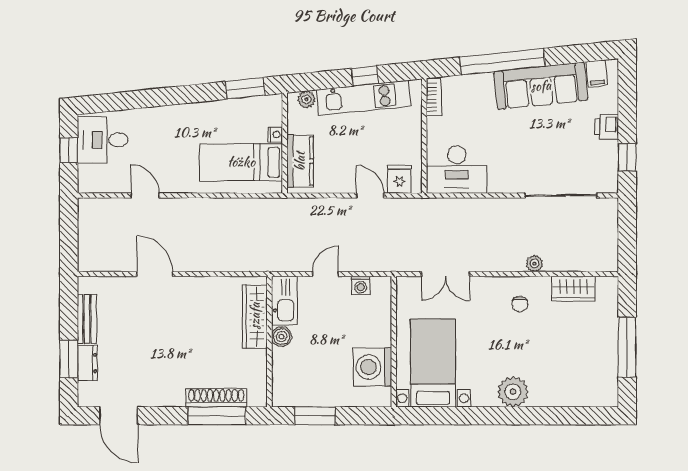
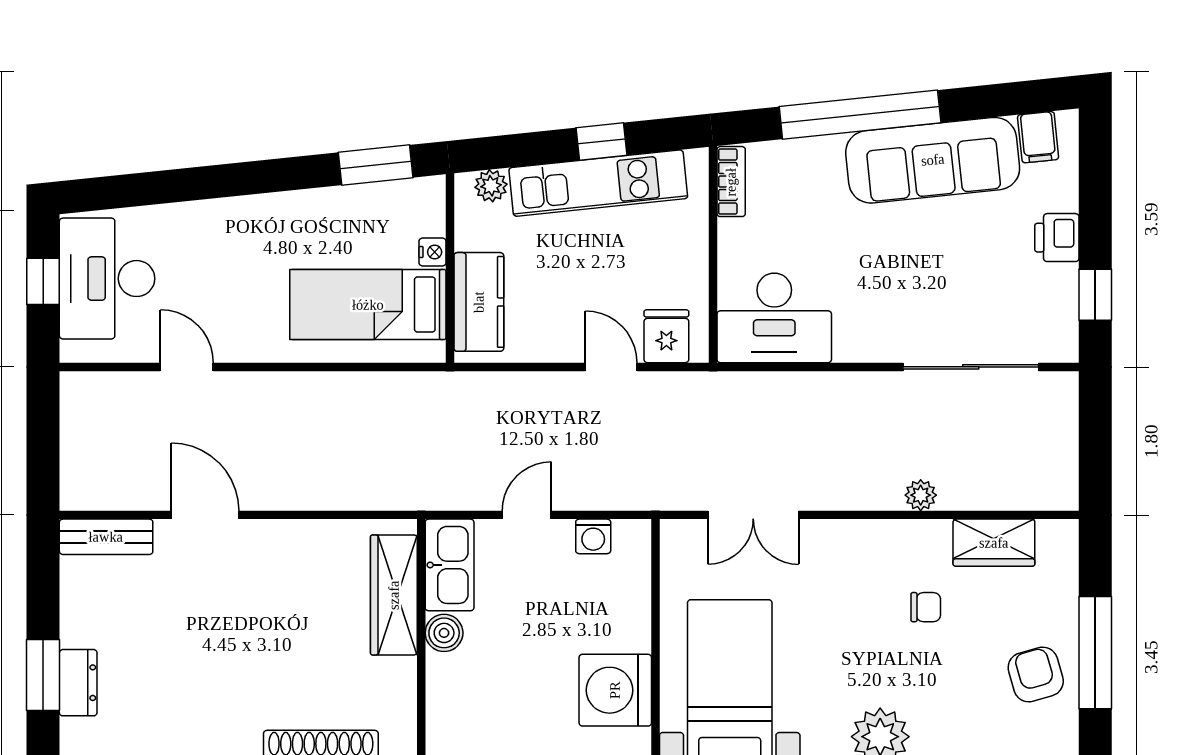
desk: (103, 140) -> (107, 279), width x1.37
chair: (520, 304) -> (926, 607), moved, turned -90
bench: (87, 319) -> (106, 537), moved, turned 90
armchair: (595, 359) -> (1036, 674), added

